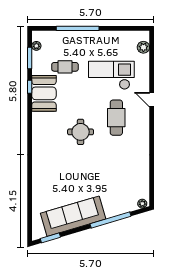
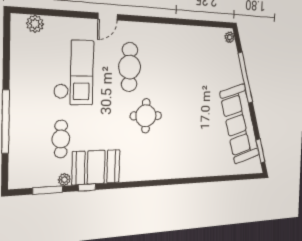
plant: (36, 46) -> (64, 179), moved
checkout: (111, 75) -> (74, 72), turned 180
cafe table: (116, 118) -> (130, 67), turned 90

